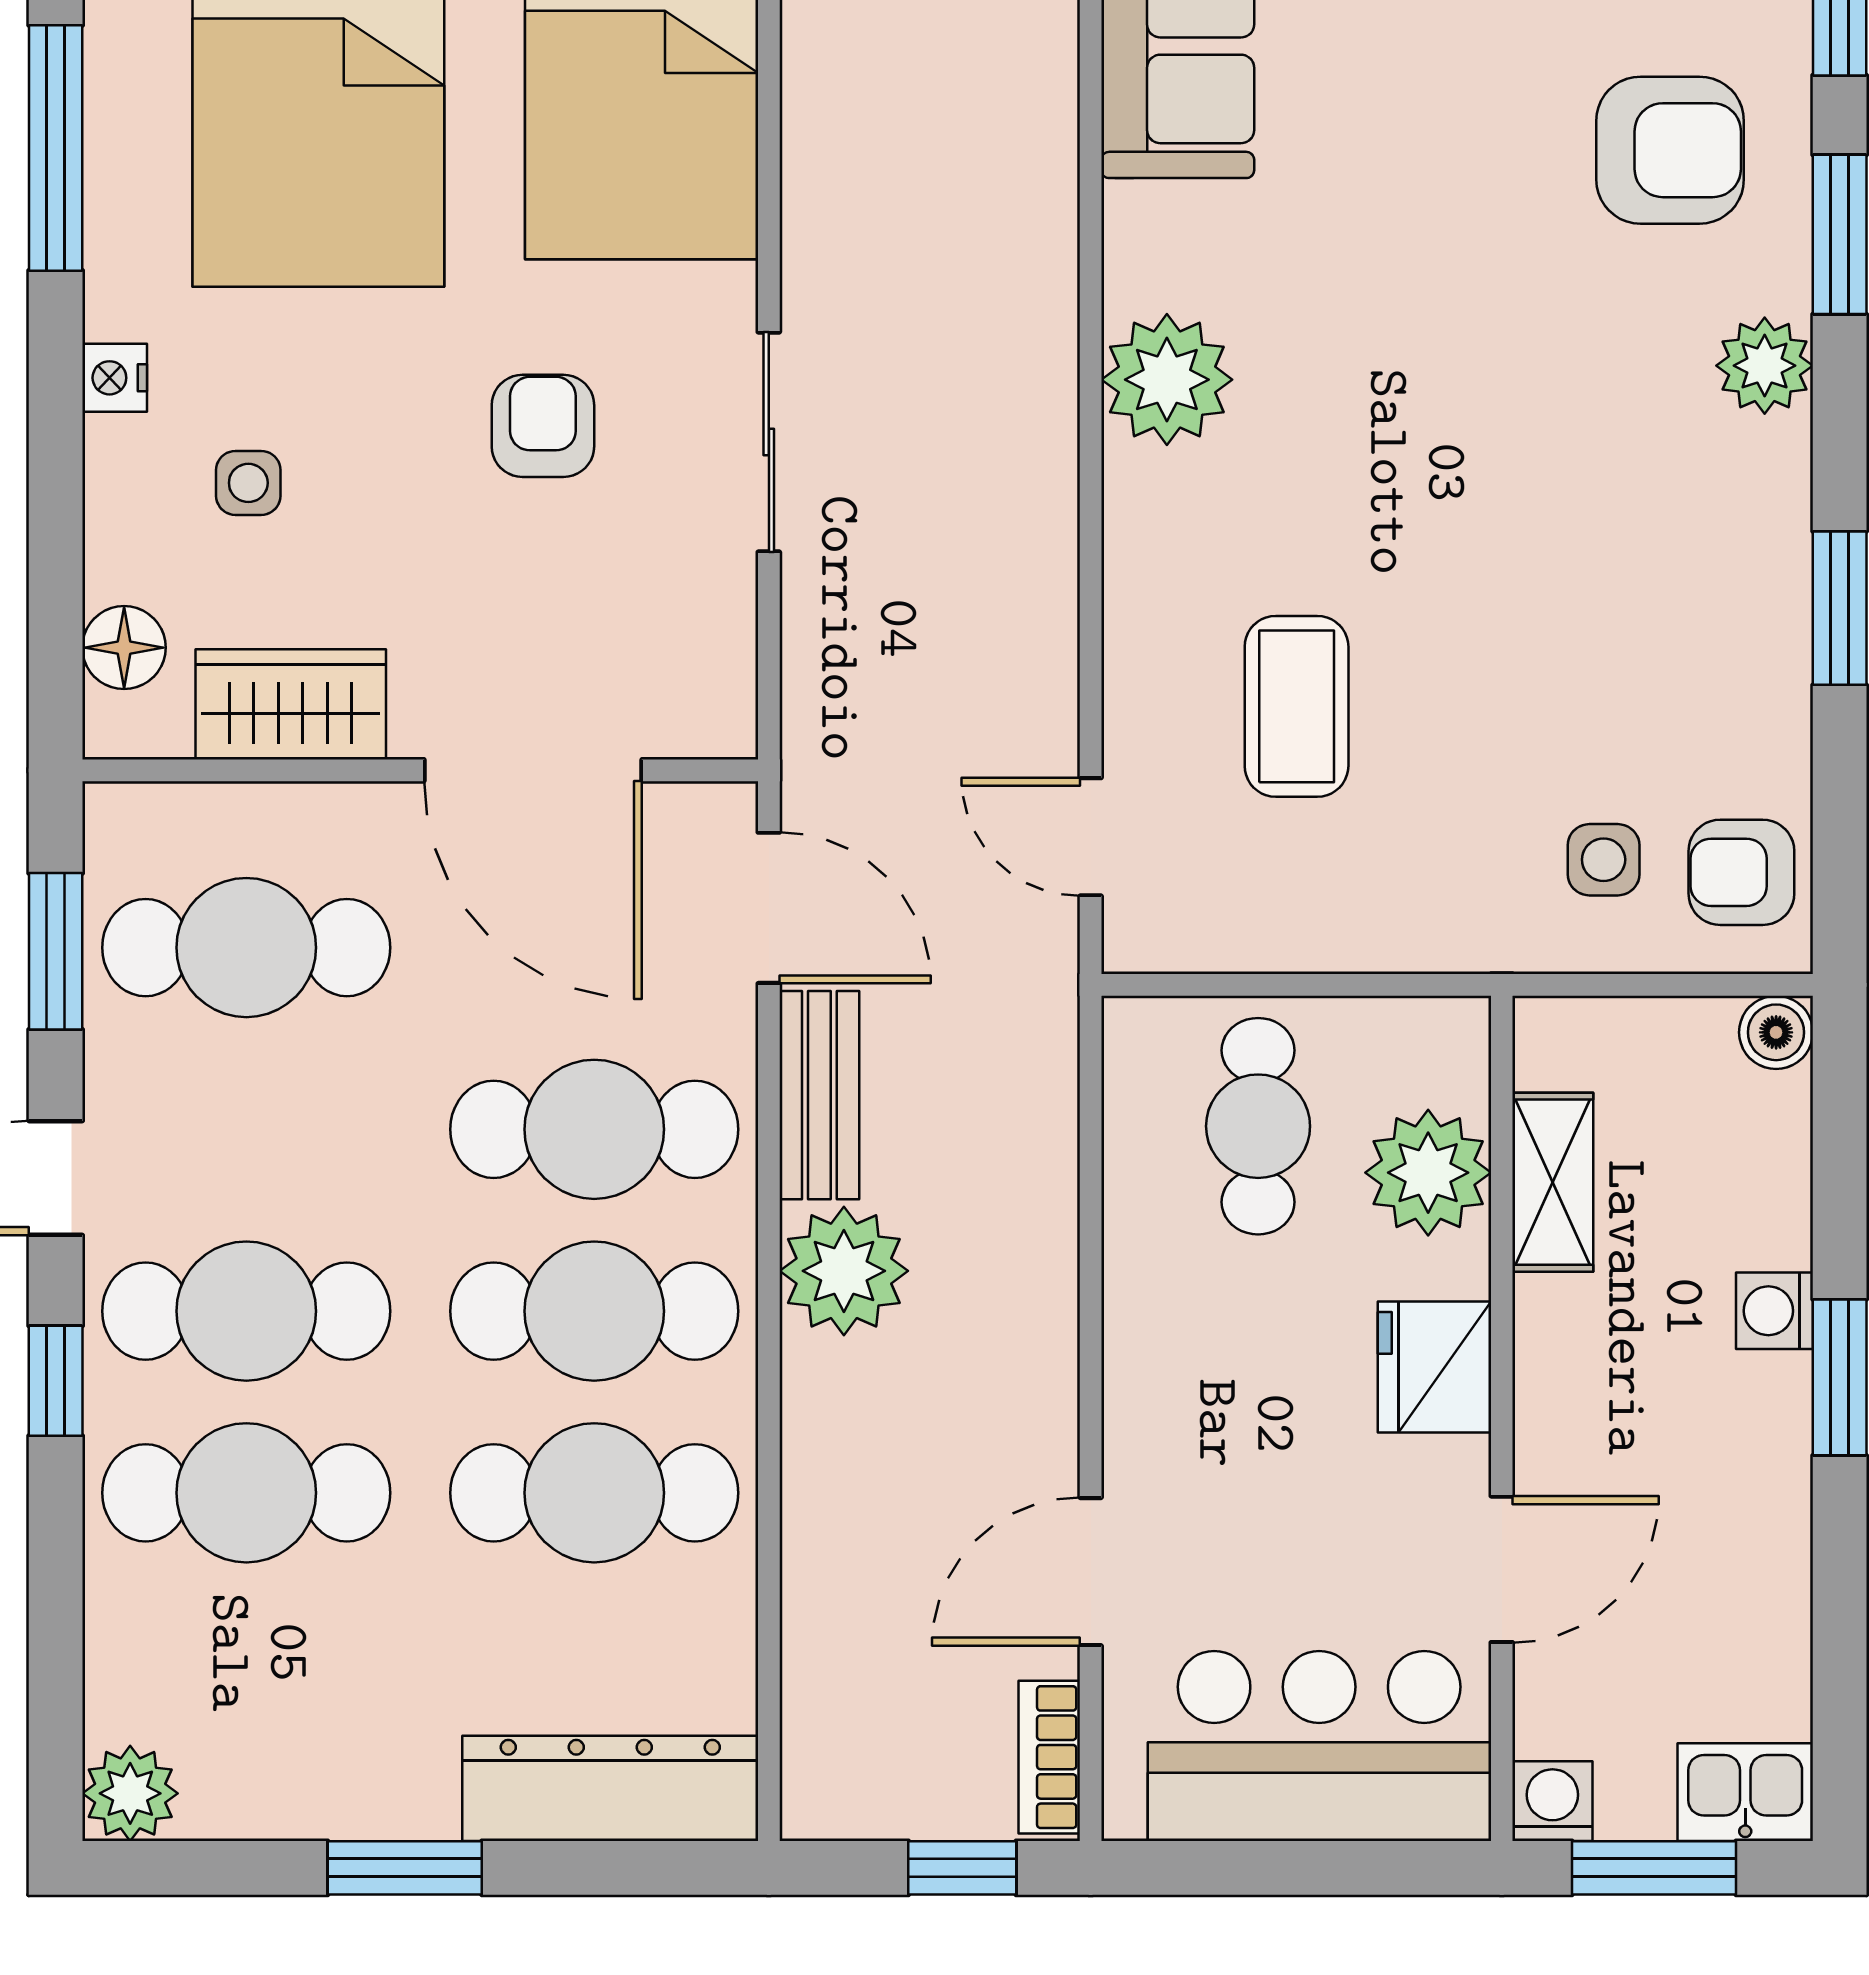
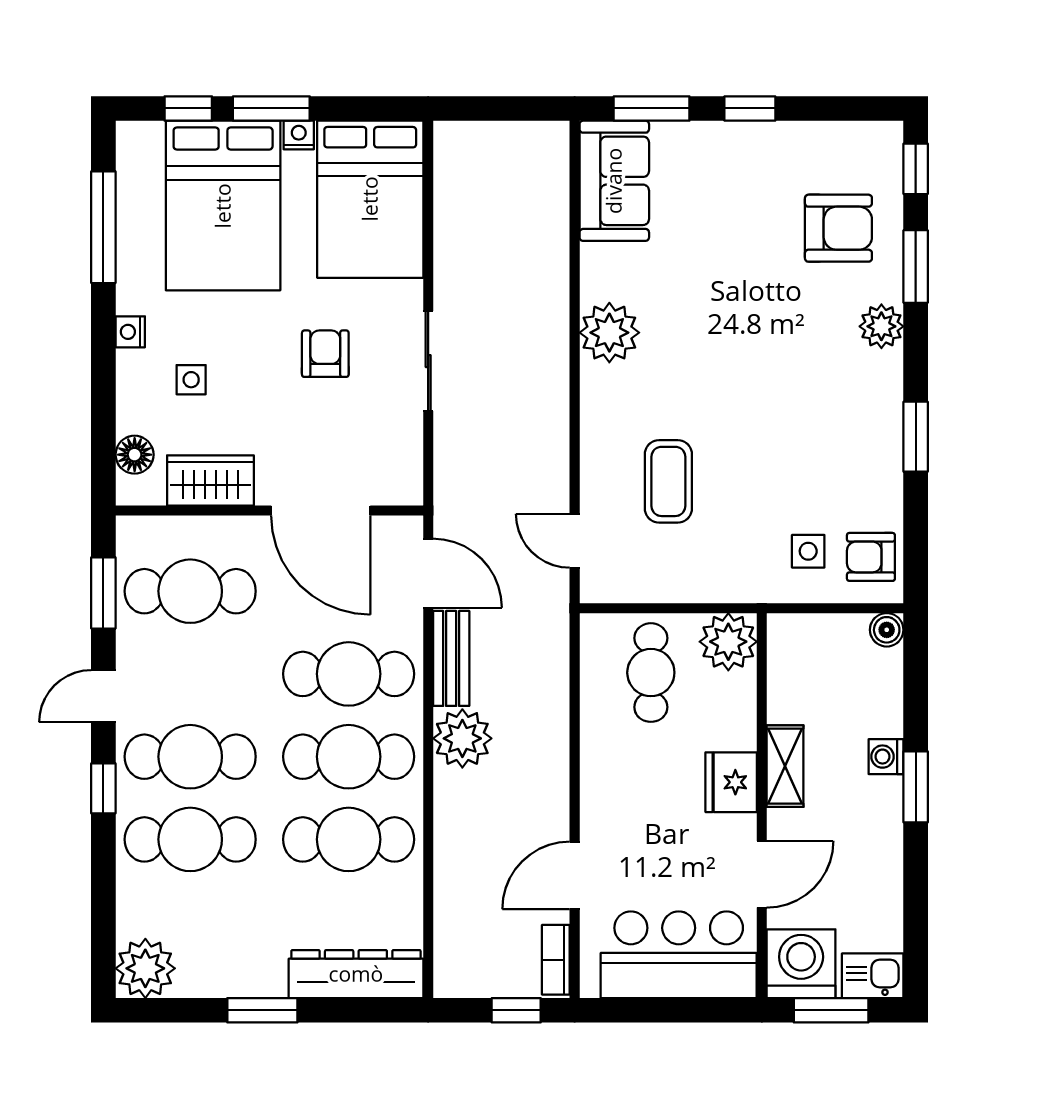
plant: (1428, 1173) -> (728, 642), moved
shelving: (1553, 1182) -> (785, 766), moved
plant: (130, 1793) -> (145, 968), width x1.36, depth x1.36
washing machine: (1552, 1801) -> (801, 964), width x1.89, depth x1.89

